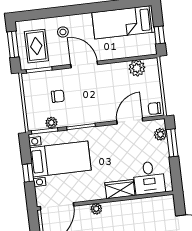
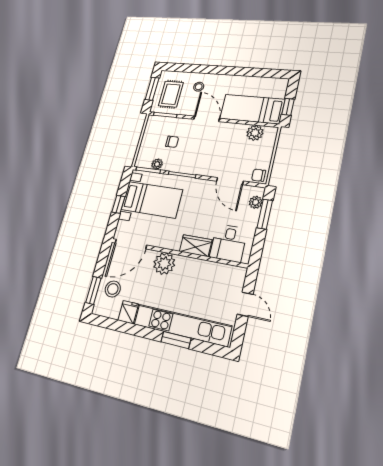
bed: (123, 22) -> (252, 109), moved
door: (130, 121) -> (230, 181), swing flipped
plant: (96, 209) -> (164, 263), width x1.87, depth x1.87

